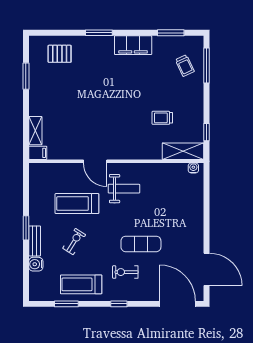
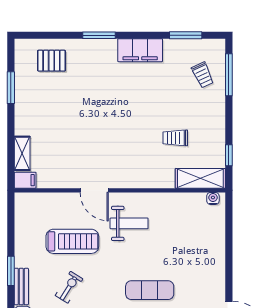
treadmill: (77, 204) -> (72, 241), turned 180

